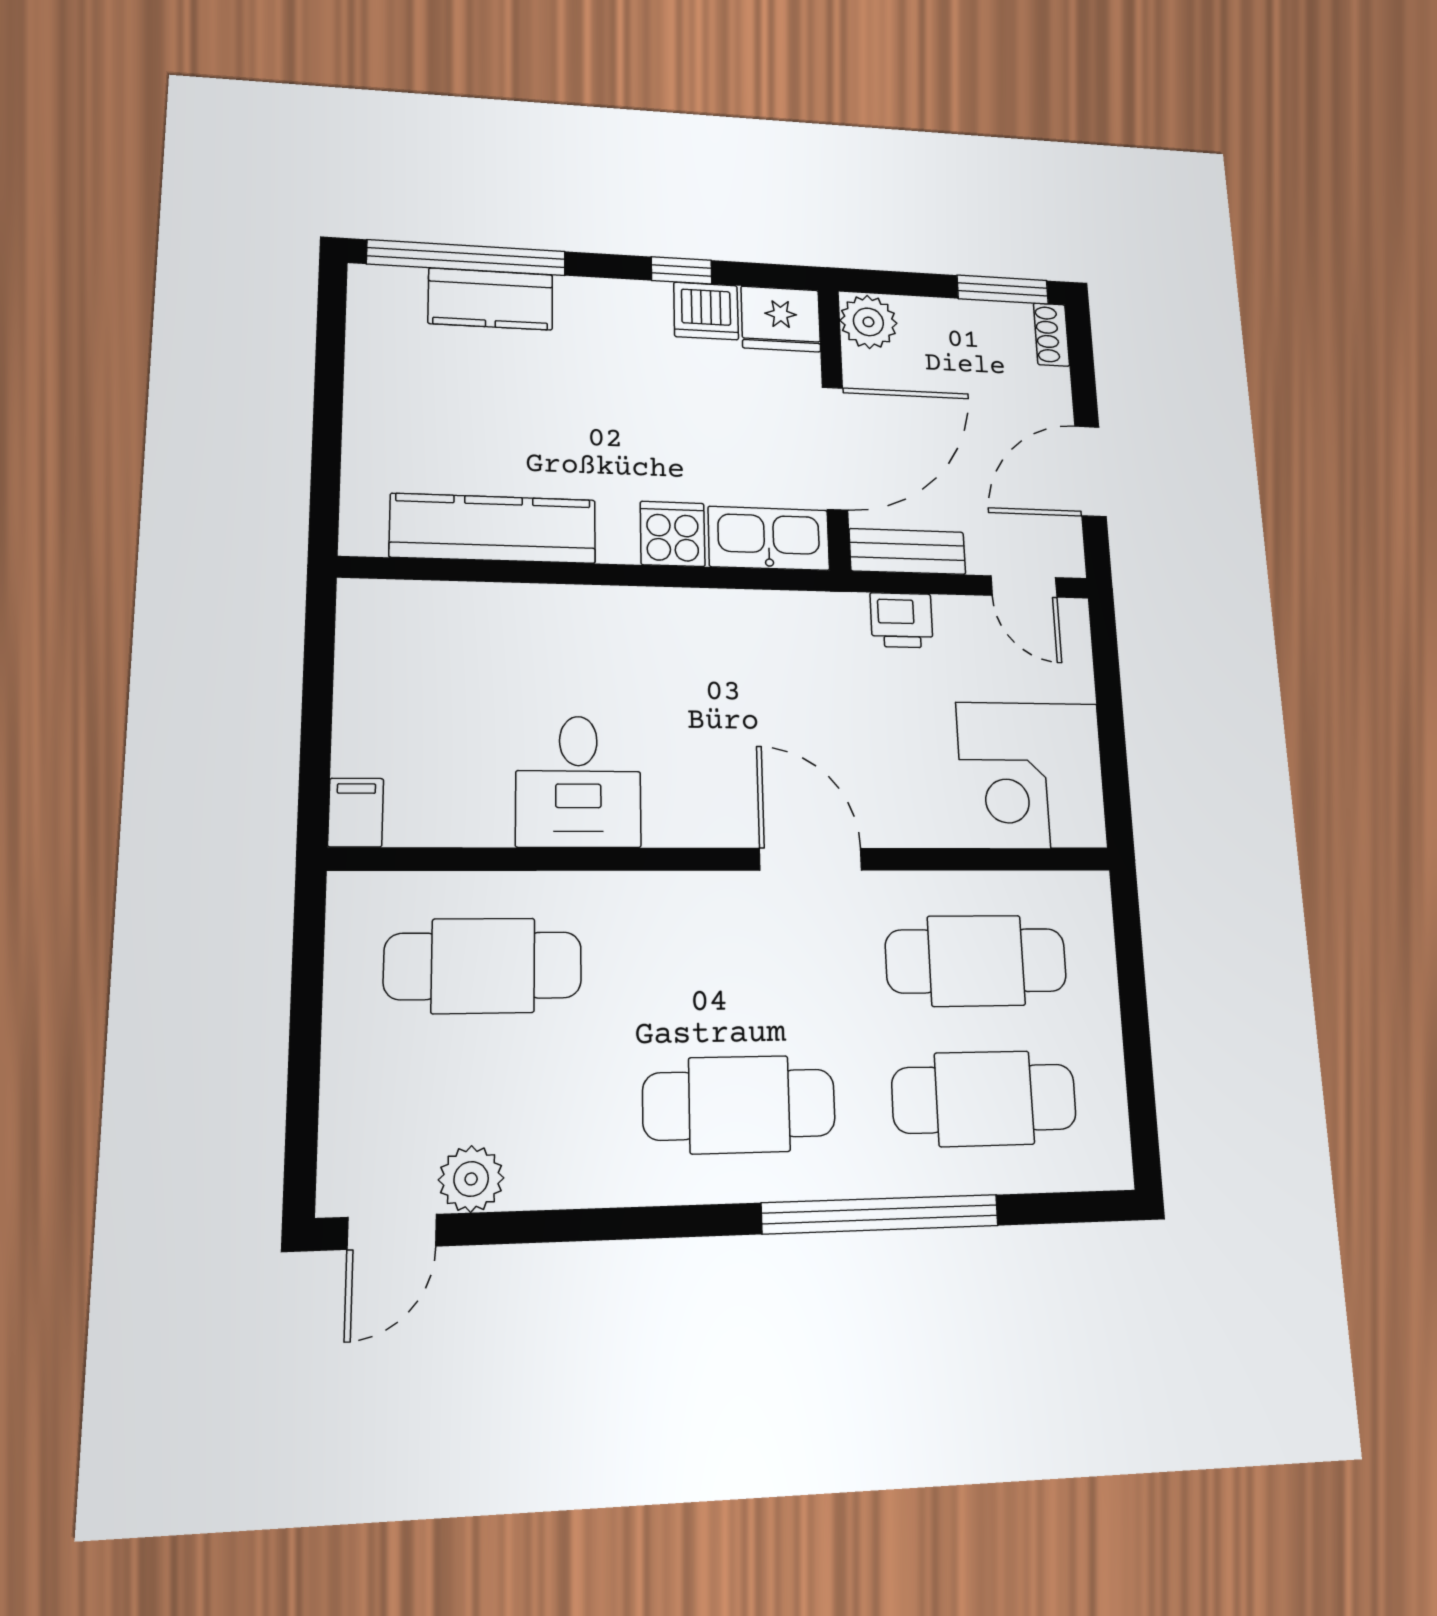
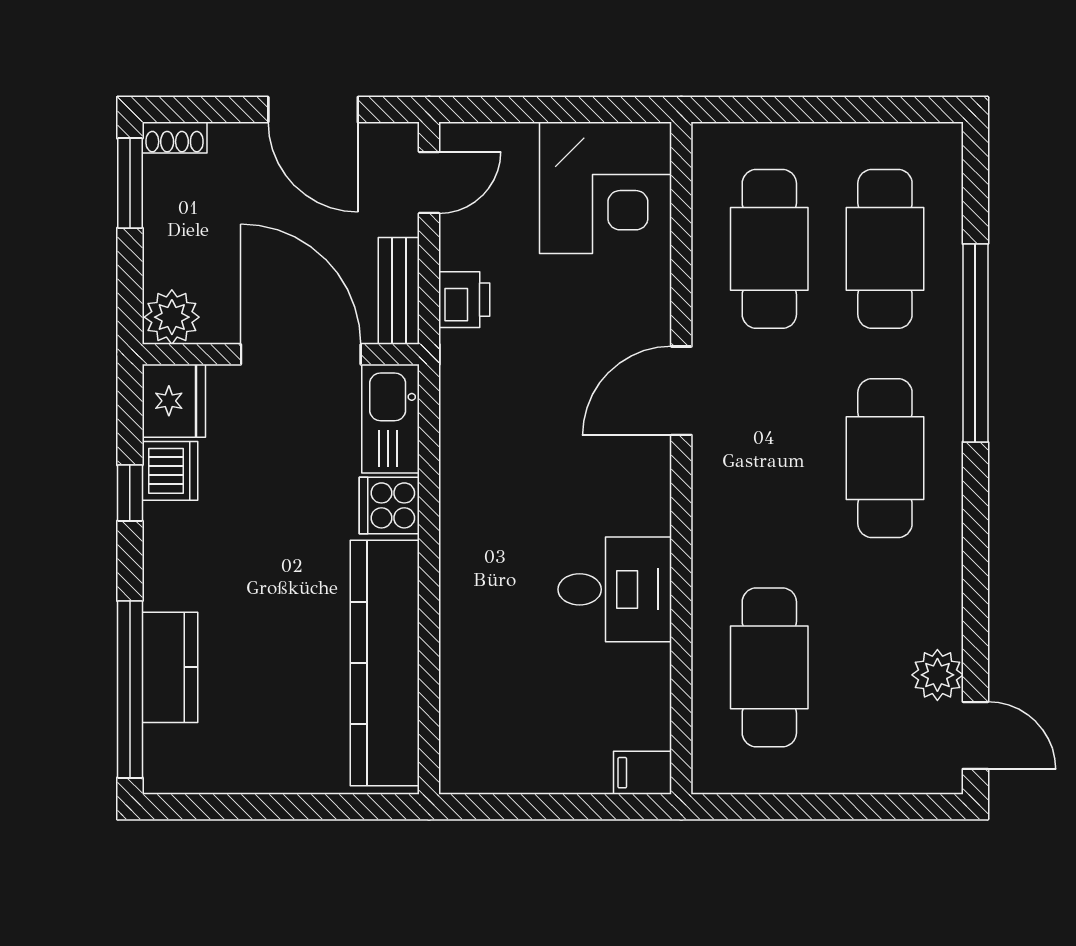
kitchen counter: (493, 528) -> (385, 663), width x1.39, depth x1.17

